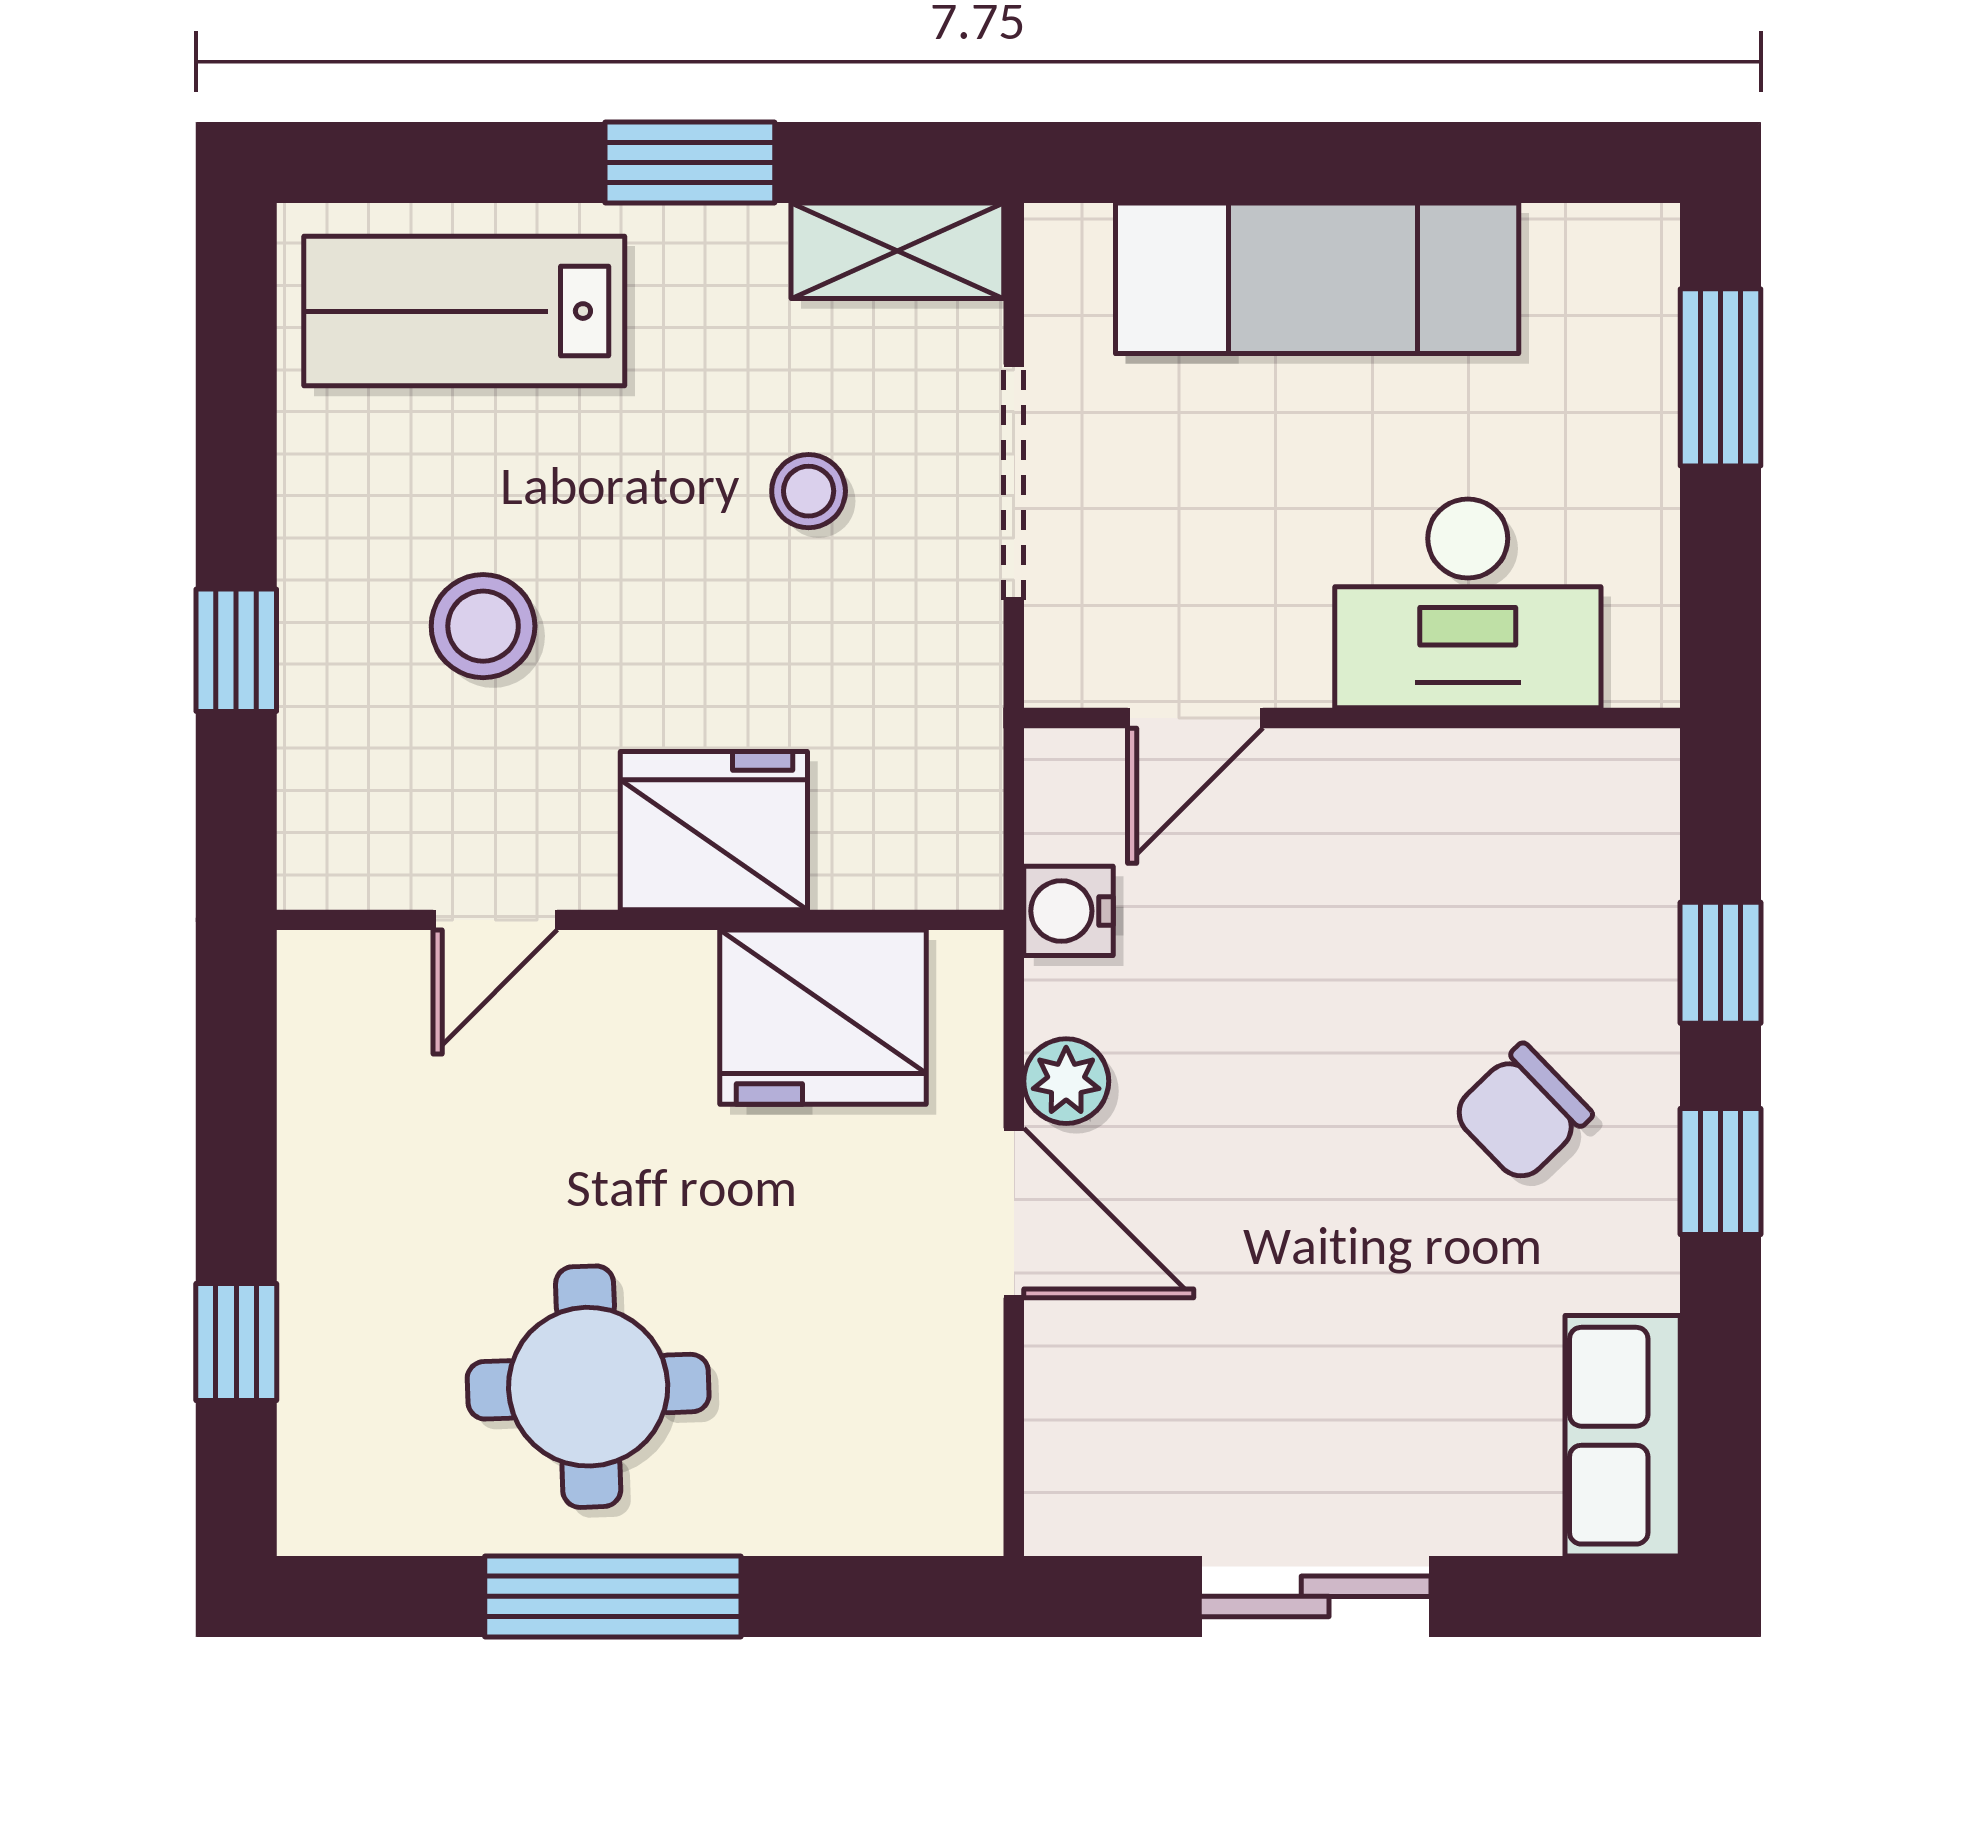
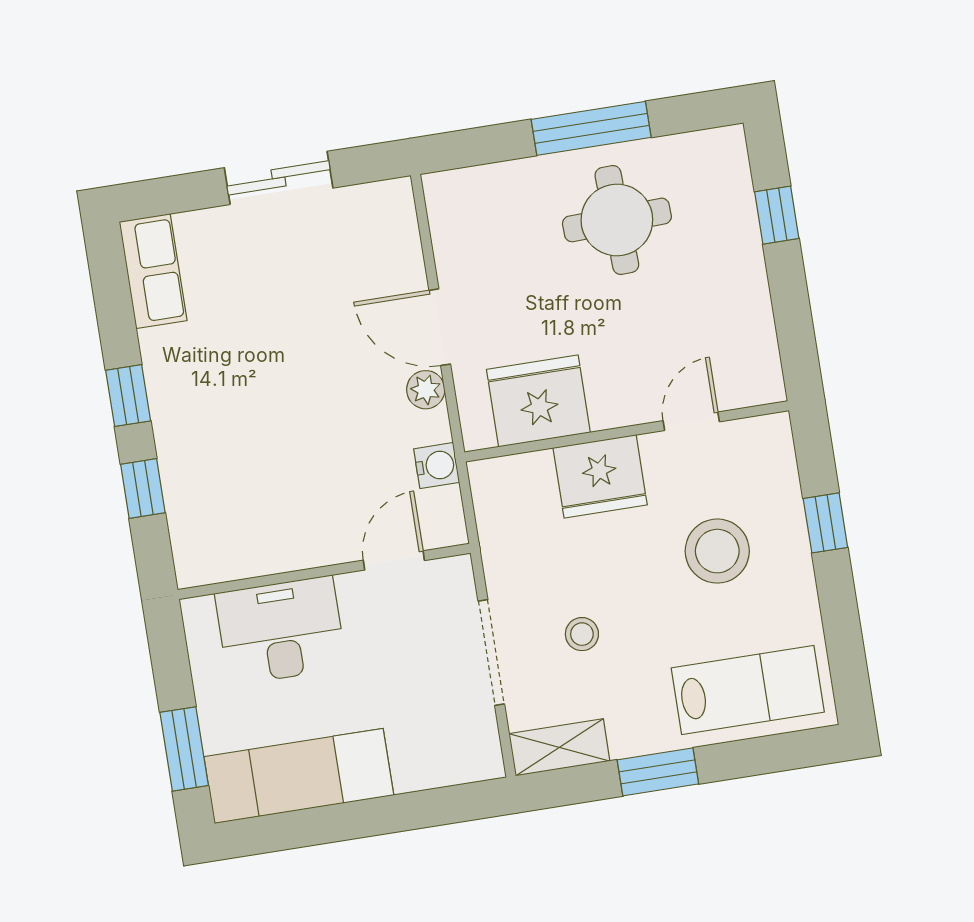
exam couch: (1317, 278) -> (299, 776), moved
stool: (483, 626) -> (717, 551), width x1.38, depth x1.38
chair: (1522, 1113) -> (221, 407), removed

